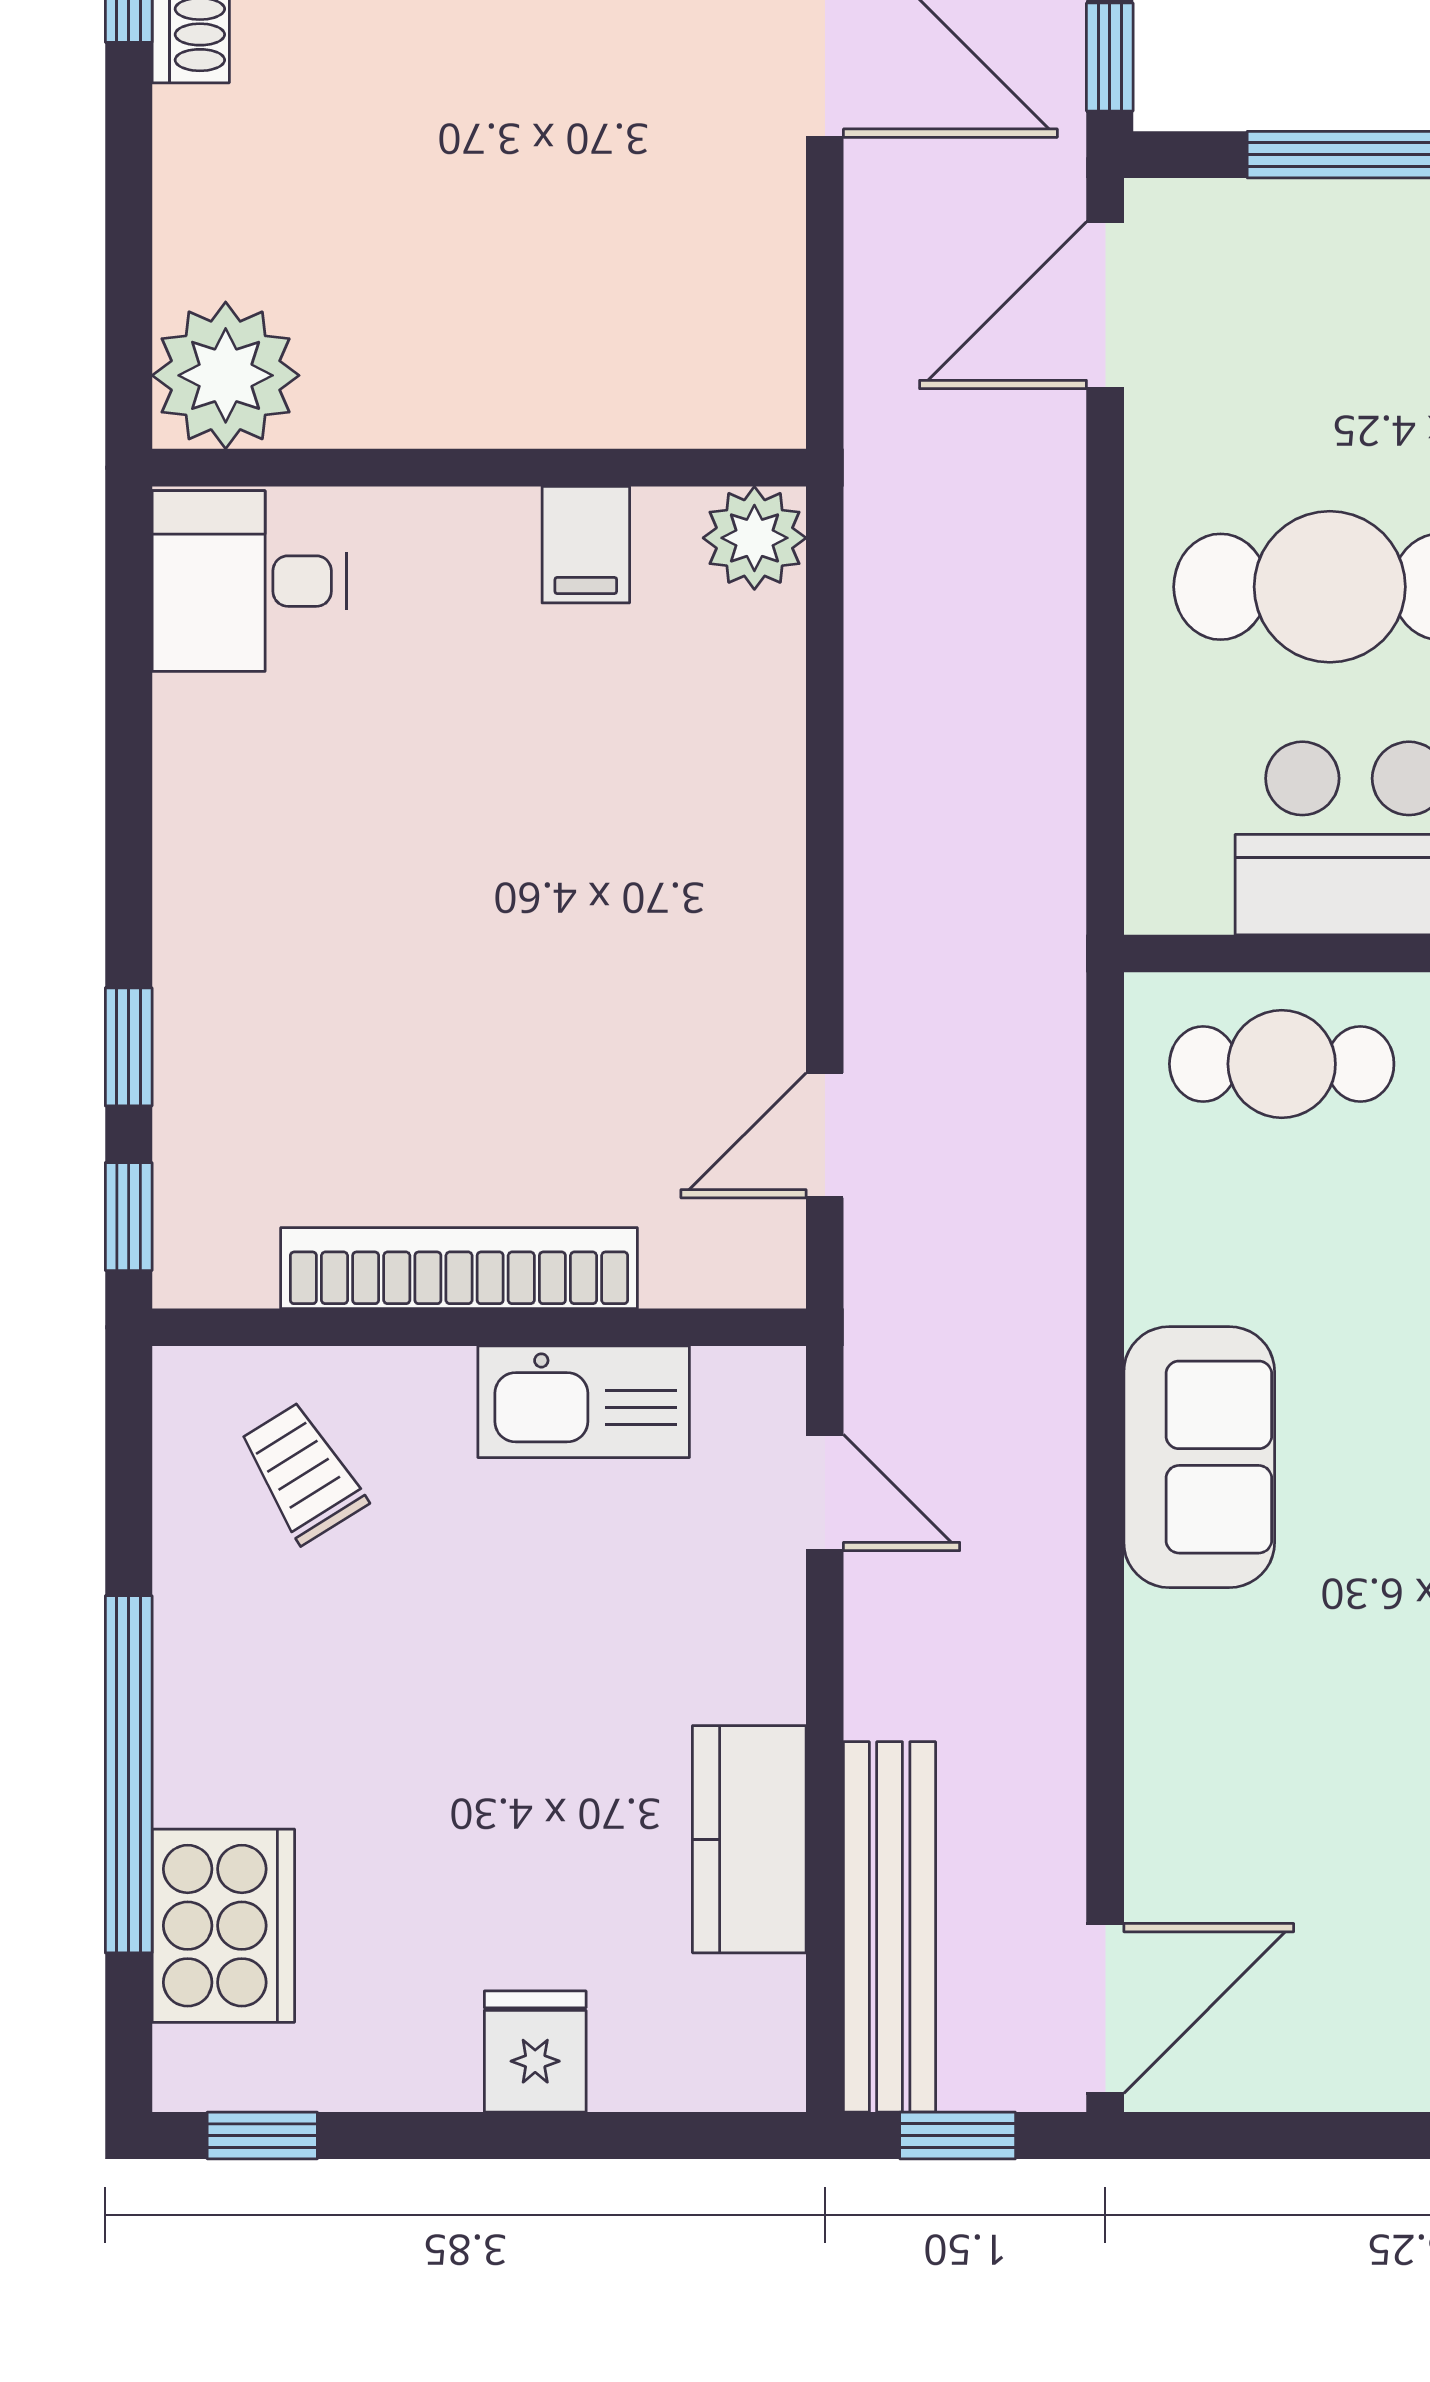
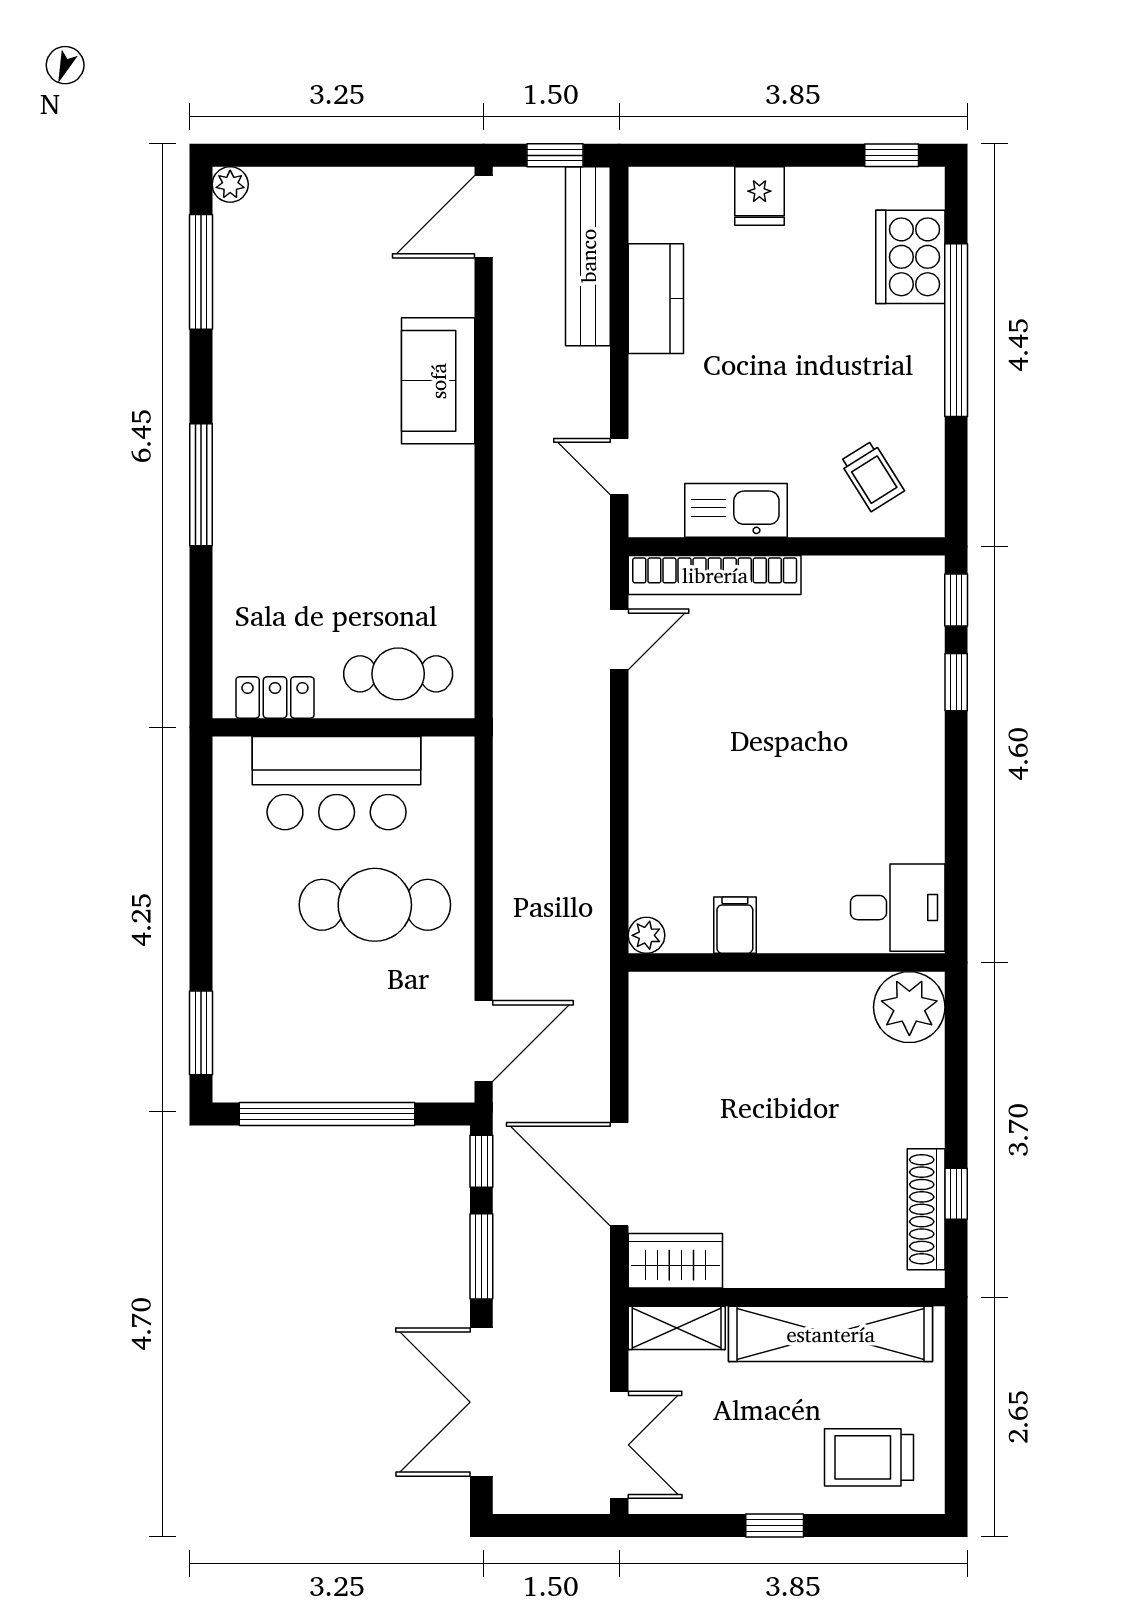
plant: (754, 538) -> (646, 935), width x0.73, depth x0.73
bookcase: (459, 1268) -> (715, 575), moved
sofa: (1199, 1457) -> (438, 381), moved

